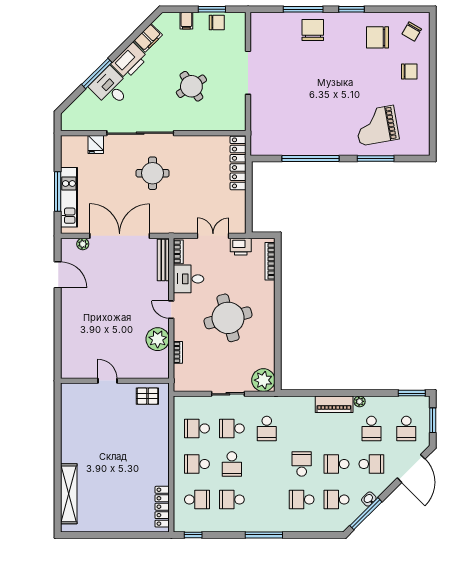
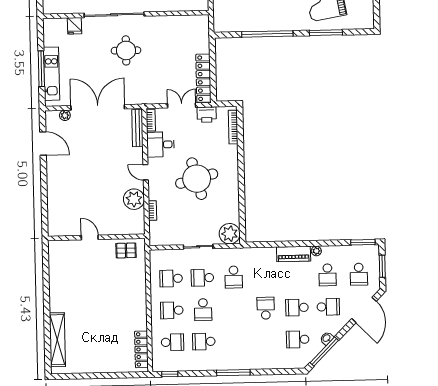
locker: (238, 163) -> (203, 78), moved
school desk: (302, 500) -> (266, 340), removed

